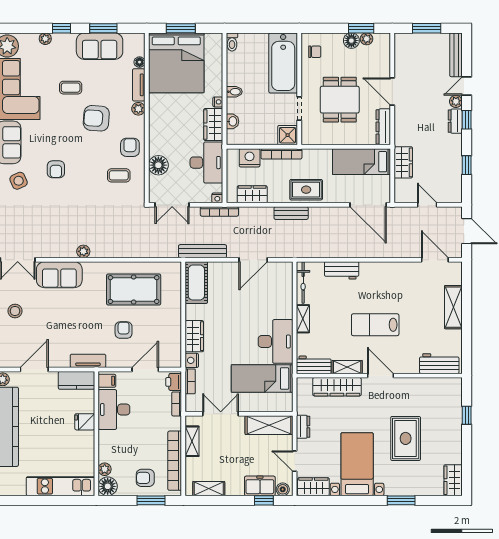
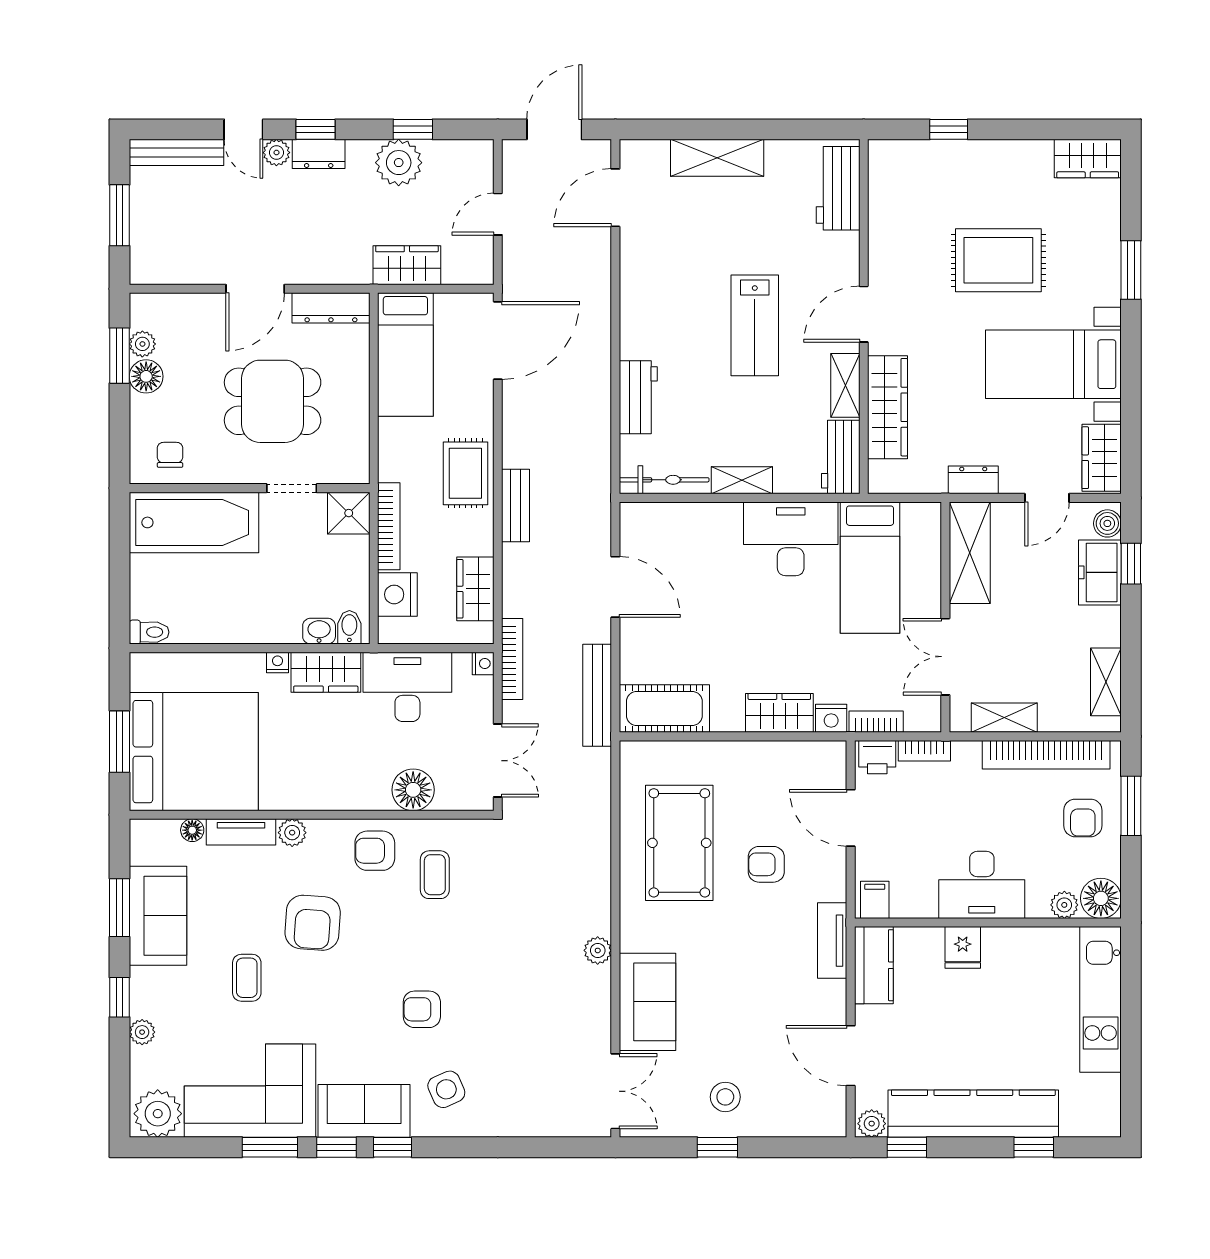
bidet: (234, 92) -> (349, 627), moved
plant: (451, 158) -> (399, 163), added
armchair: (56, 169) -> (422, 1009), turned 180
desk: (114, 410) -> (982, 885), moved

